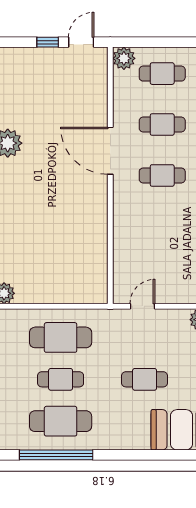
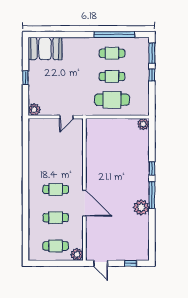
window: (48, 42) -> (130, 263), moved
door: (81, 42) -> (101, 263), hinge flipped
cafe table: (145, 379) -> (65, 76), removed
cafe table: (61, 421) -> (112, 53), width x0.73, depth x0.74

